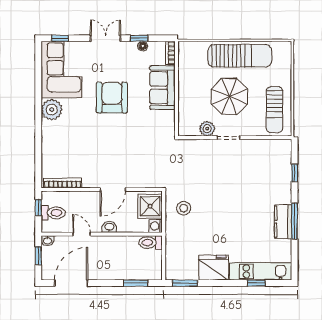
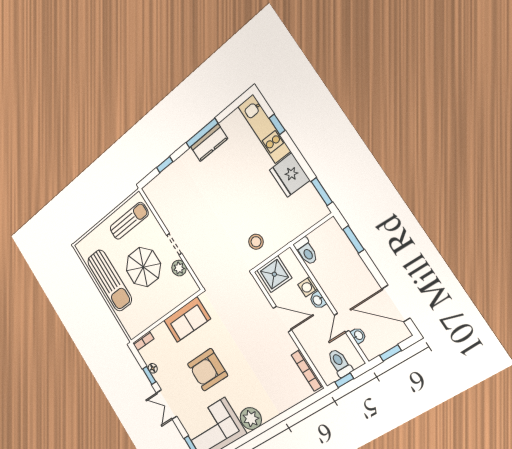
sun lounger: (240, 56) -> (110, 280), turned 180
sofa: (162, 88) -> (187, 320), moved
washing machine: (156, 226) -> (308, 287), moved, turned 90
washbasin: (48, 241) -> (358, 335), moved

